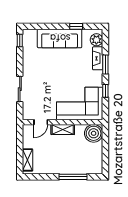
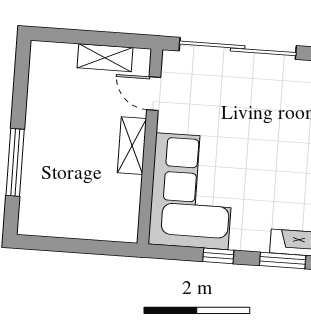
sliding door: (20, 89) -> (238, 48), width x1.86
boiler: (94, 133) -> (117, 220), removed
shelving: (27, 160) -> (105, 58), moved

